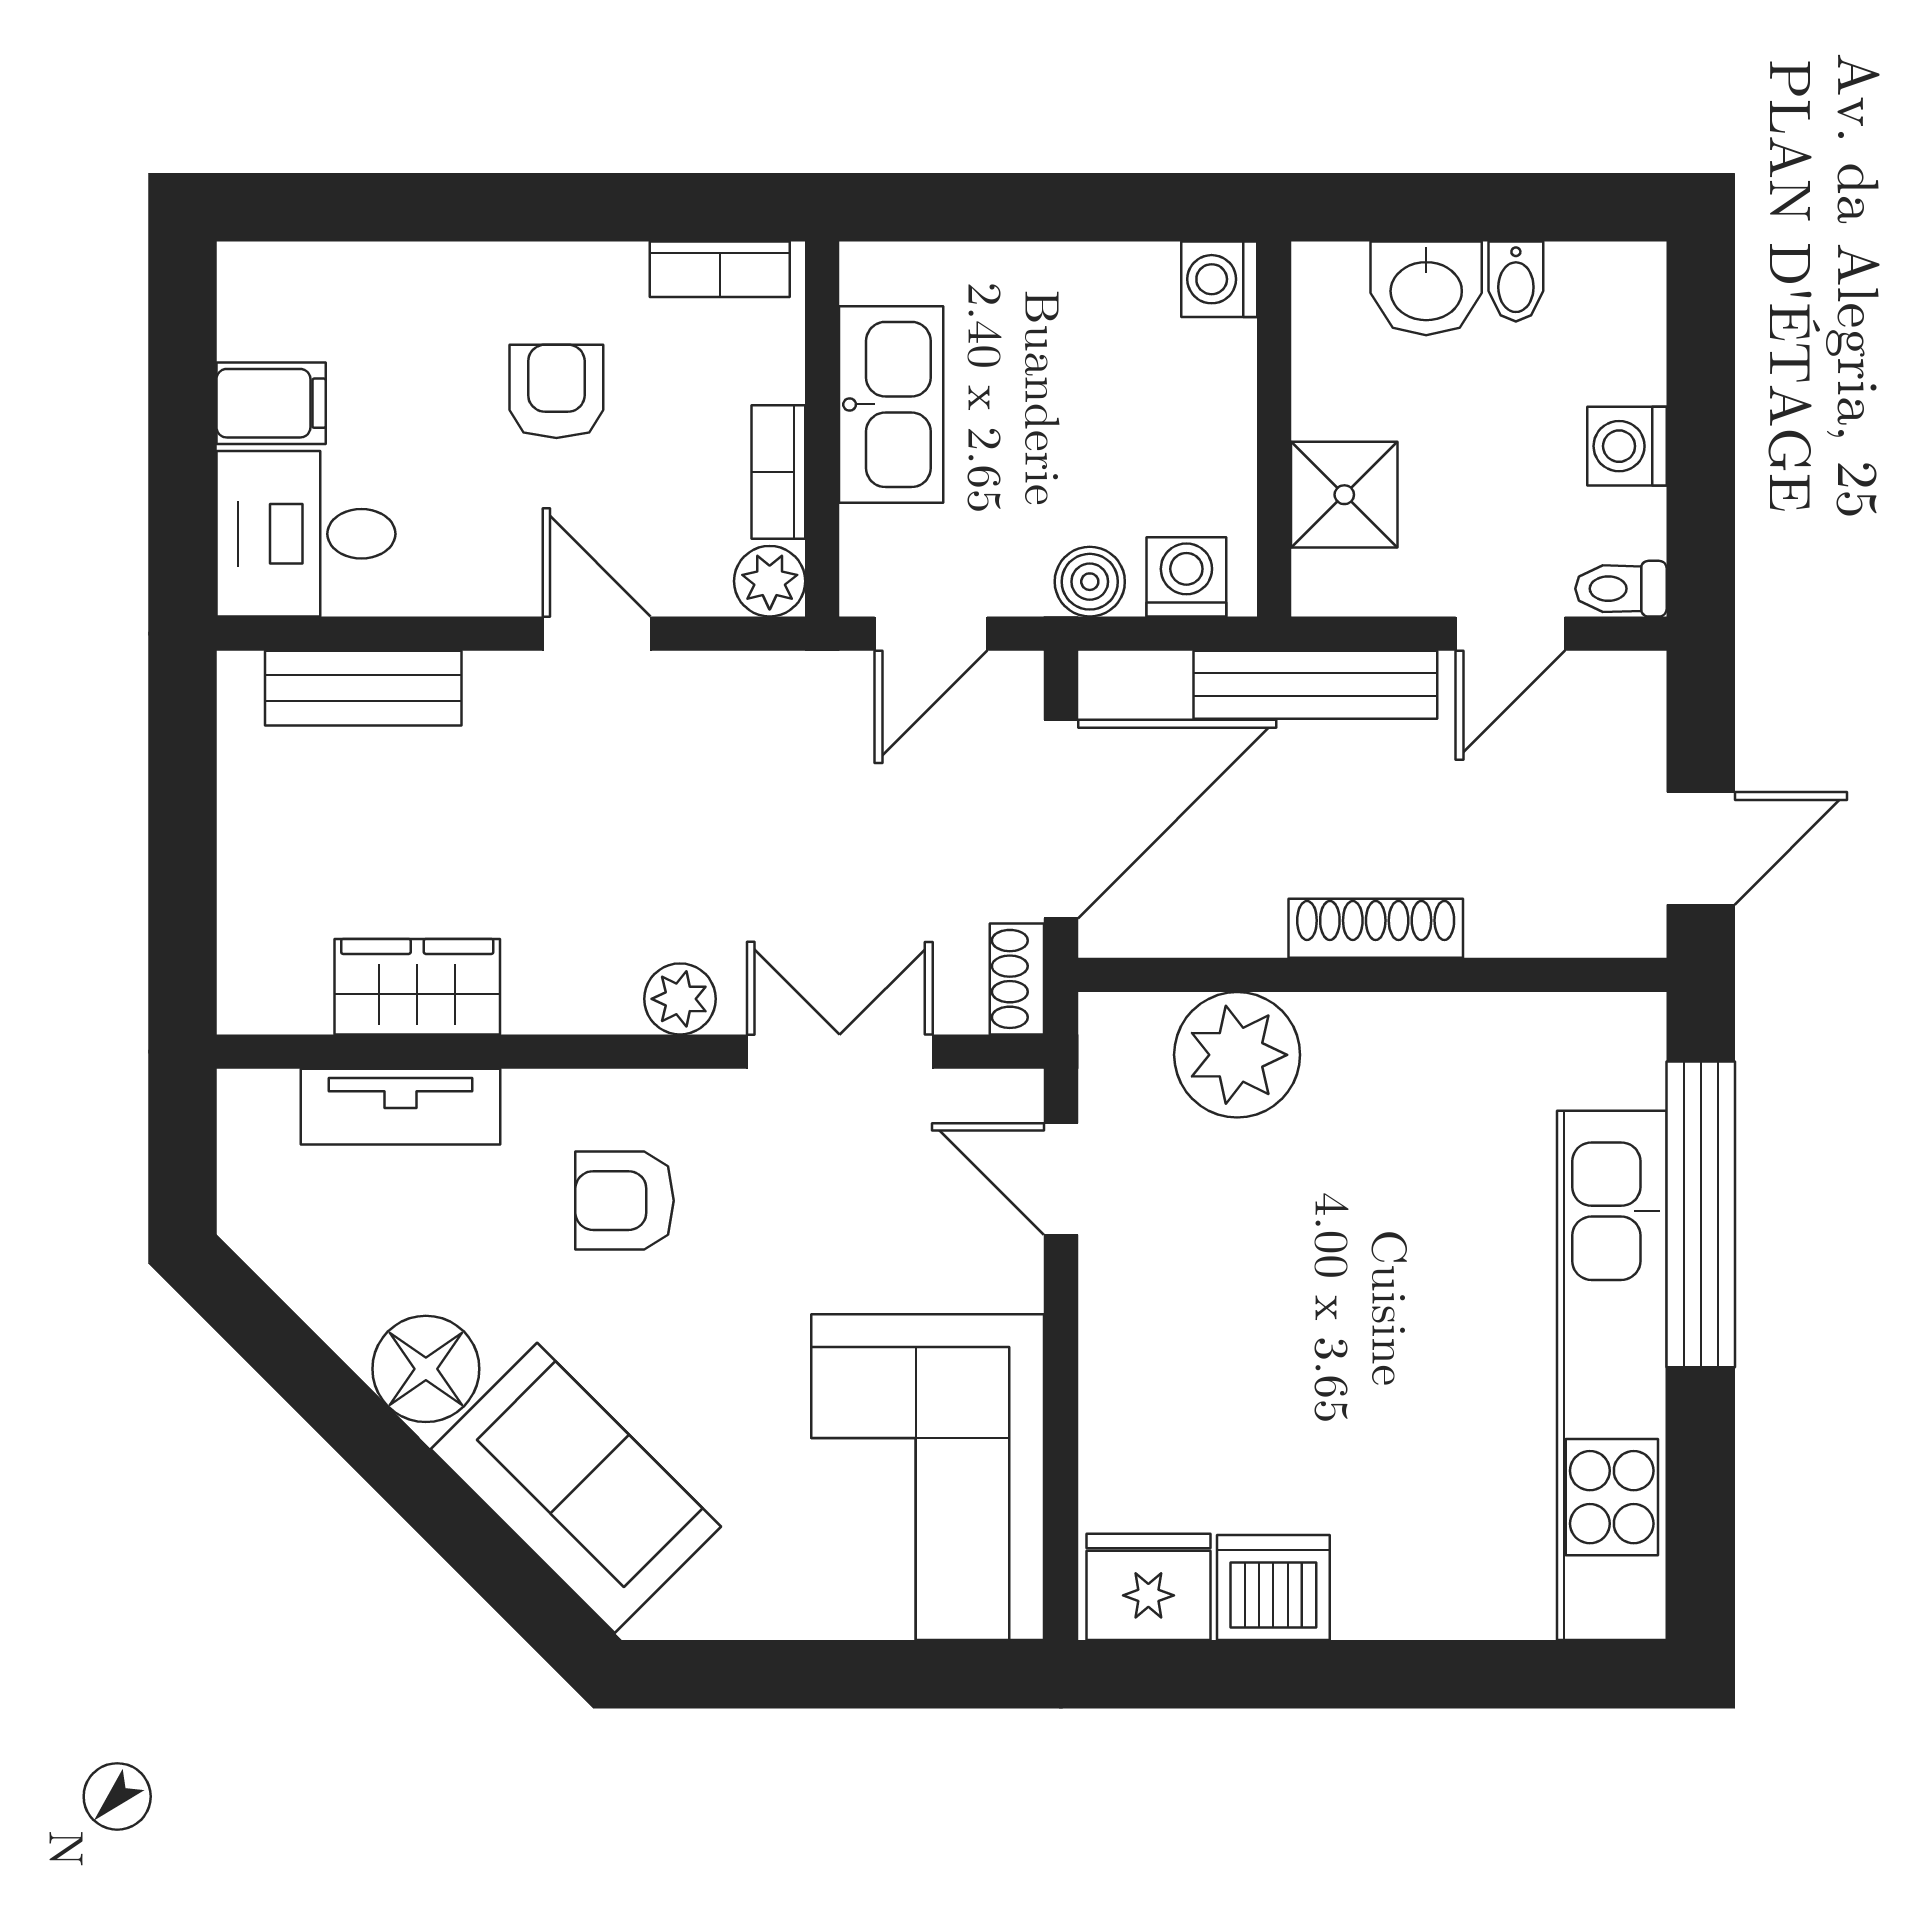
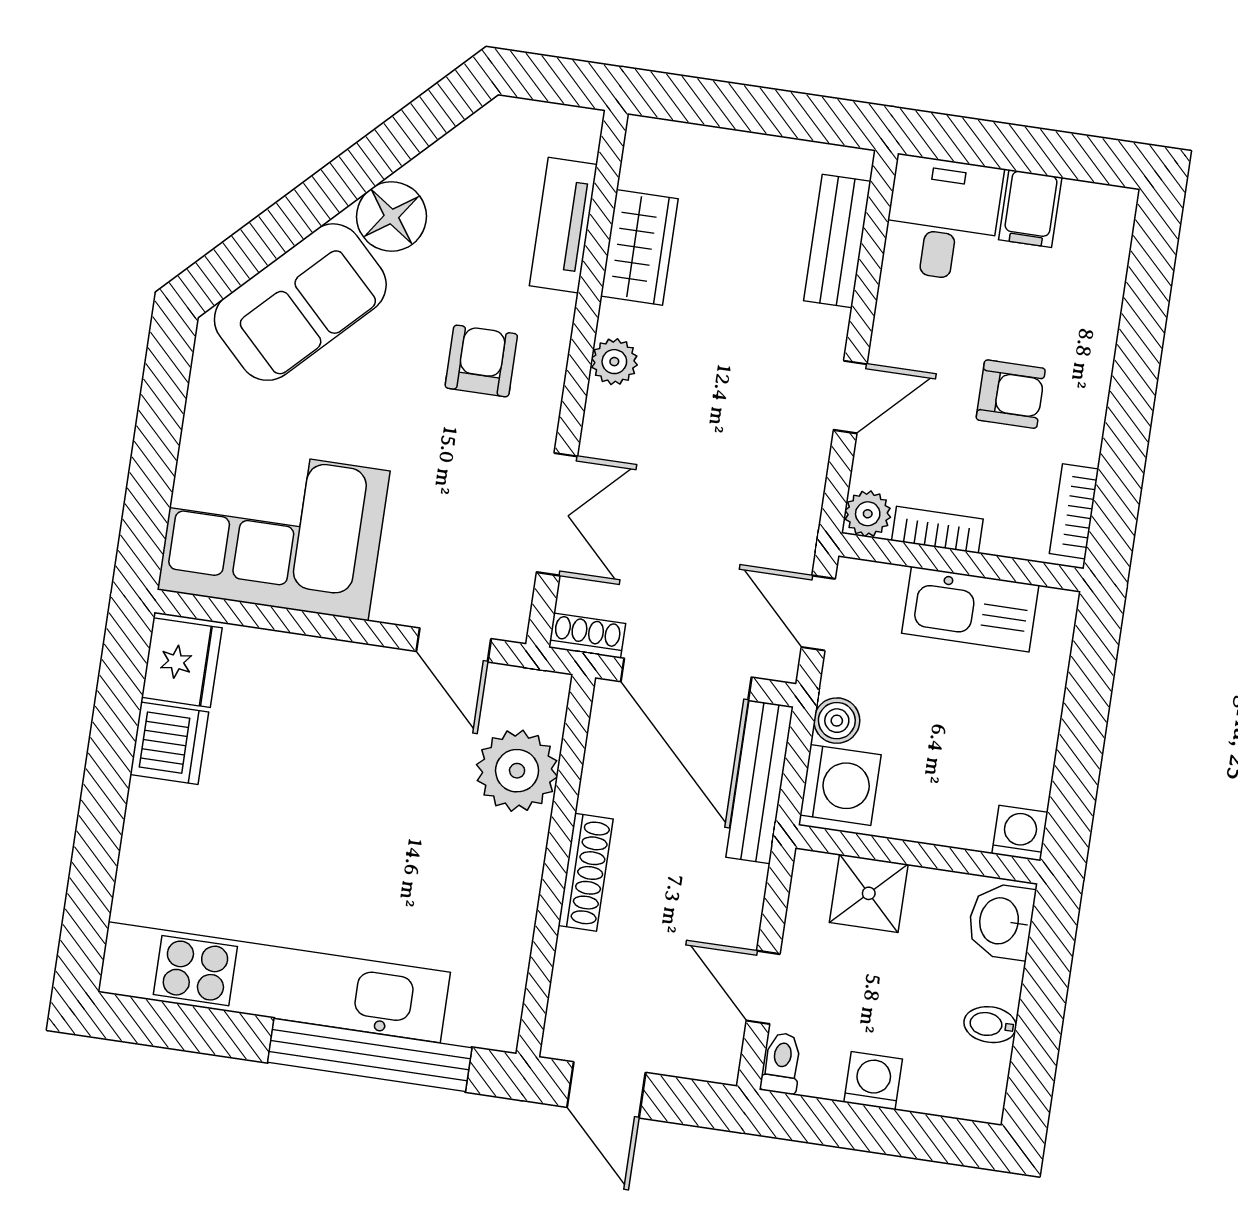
washbasin: (1426, 288) -> (1001, 921), moved
washing machine: (1186, 577) -> (840, 785), width x1.38, depth x1.38
bench: (1315, 685) -> (760, 782), moved
plant: (680, 999) -> (614, 362), moved
door: (1061, 1179) -> (454, 645), swing flipped

